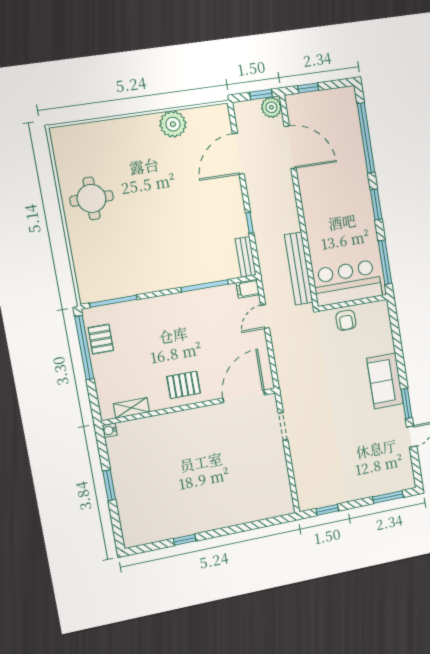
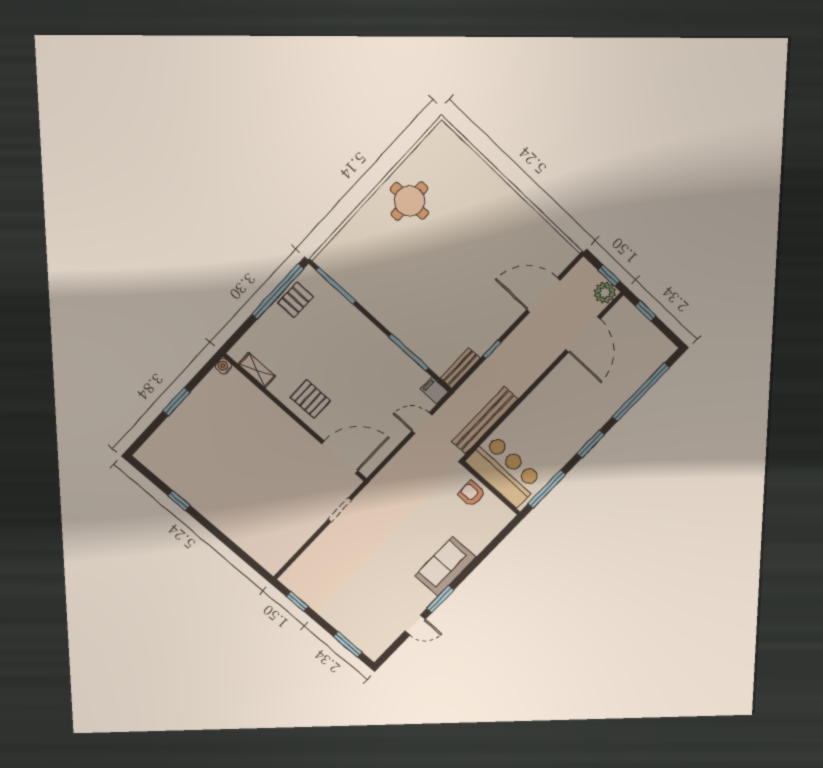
plant: (173, 124) -> (526, 221), removed
armchair: (346, 320) -> (472, 494), turned 90

